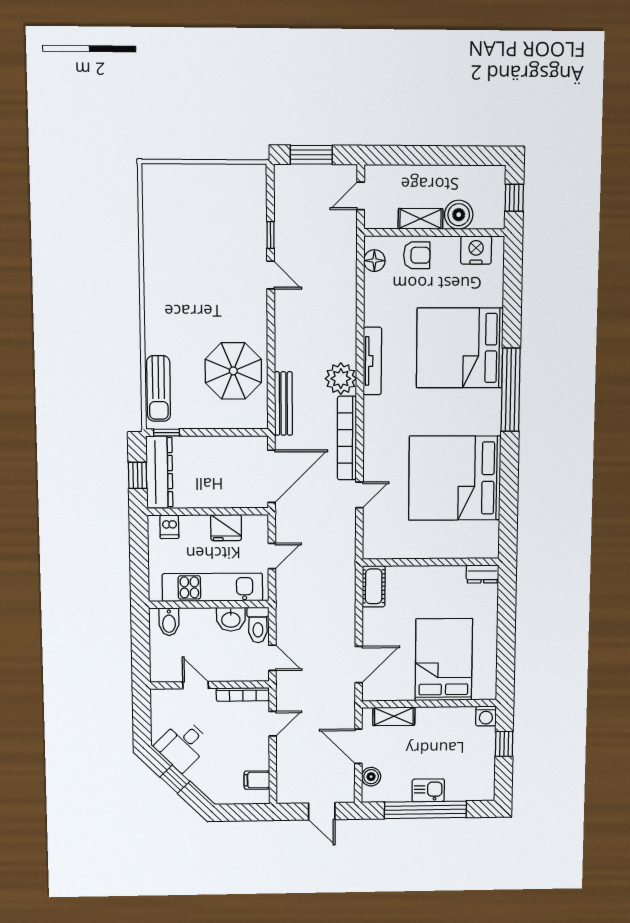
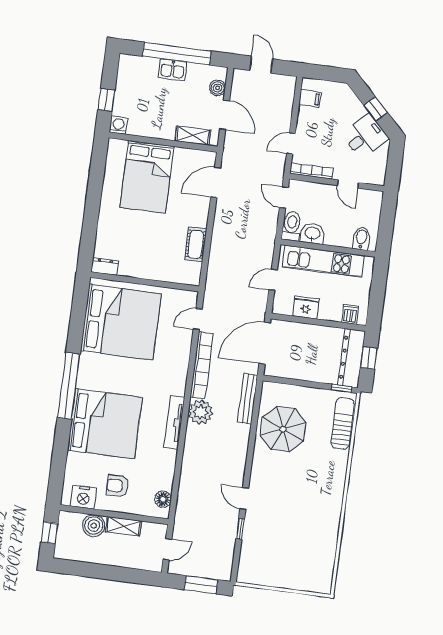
armchair: (417, 255) -> (118, 486), moved
wall: (431, 562) -> (145, 282), moved
dresser: (482, 574) -> (105, 266), moved

